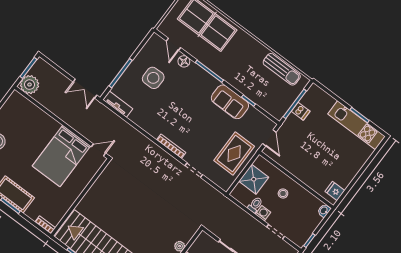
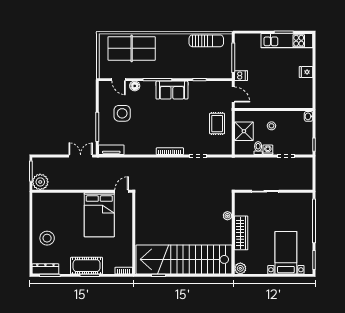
double door: (85, 88) -> (81, 156), swing flipped
sofa: (230, 102) -> (172, 90), moved
dishwasher: (301, 111) -> (241, 76), moved
rug: (234, 153) -> (217, 124), width x0.73, depth x0.70
fridge: (335, 191) -> (306, 72), moved

